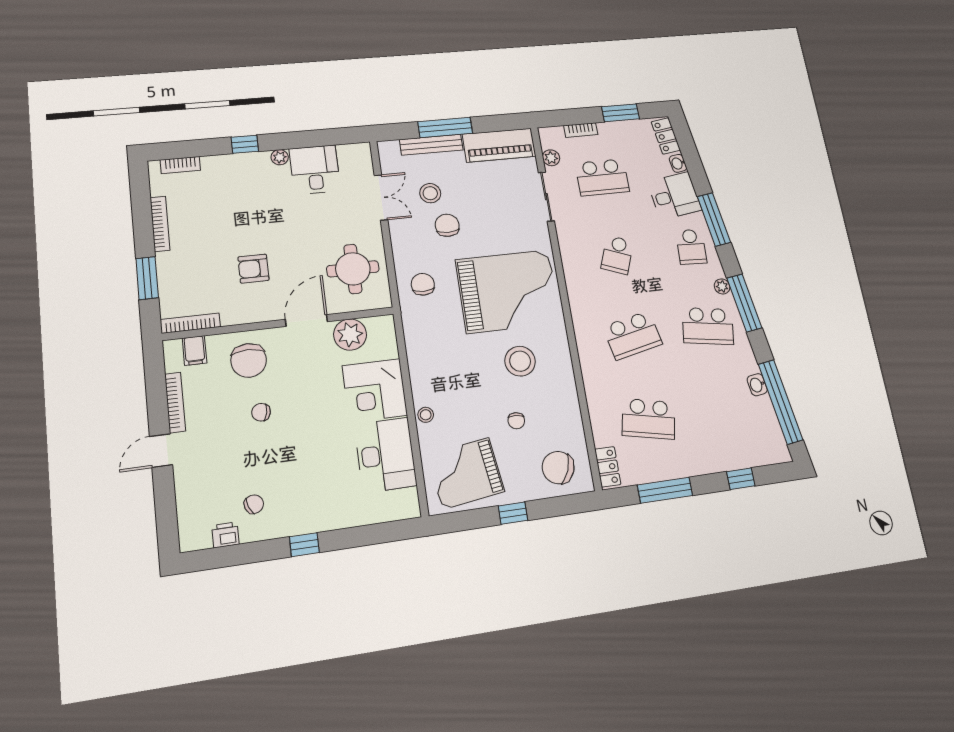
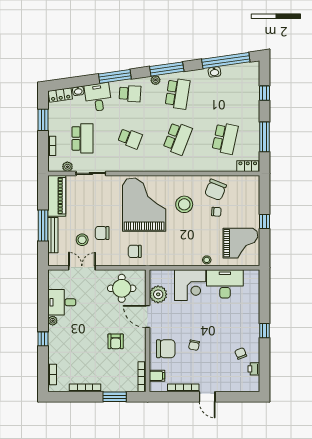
school desk: (633, 335) -> (178, 138), turned 33
chair: (558, 468) -> (215, 190), moved
grand piano: (466, 473) -> (240, 243), turned -82

